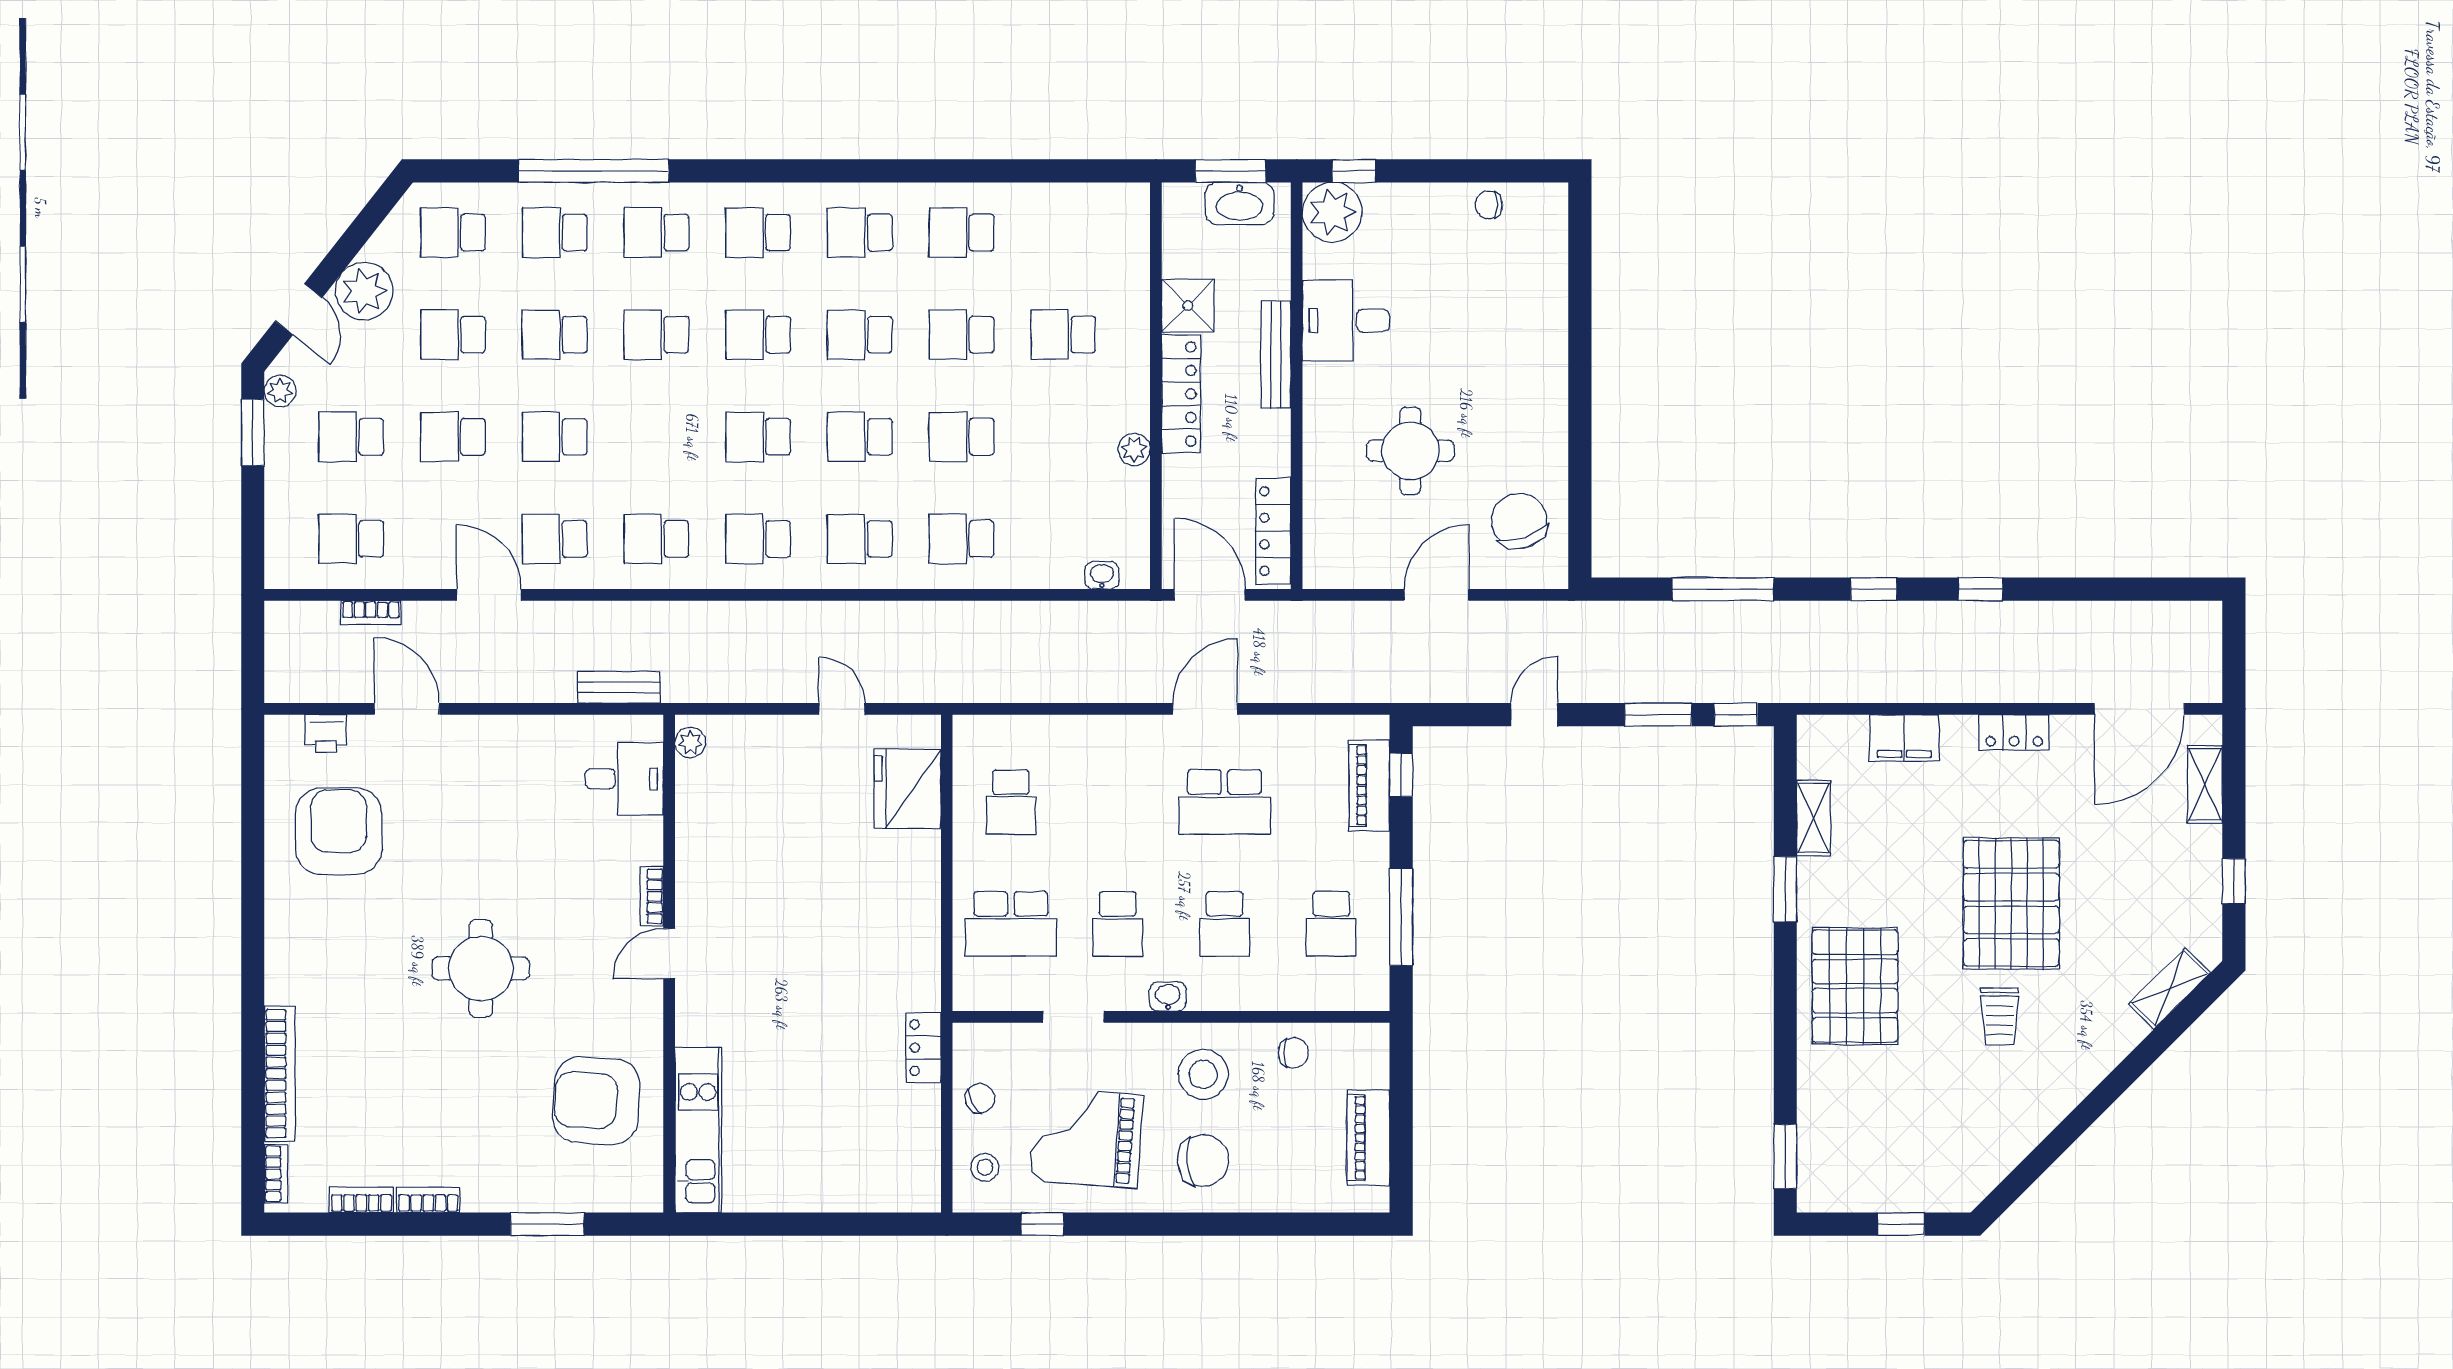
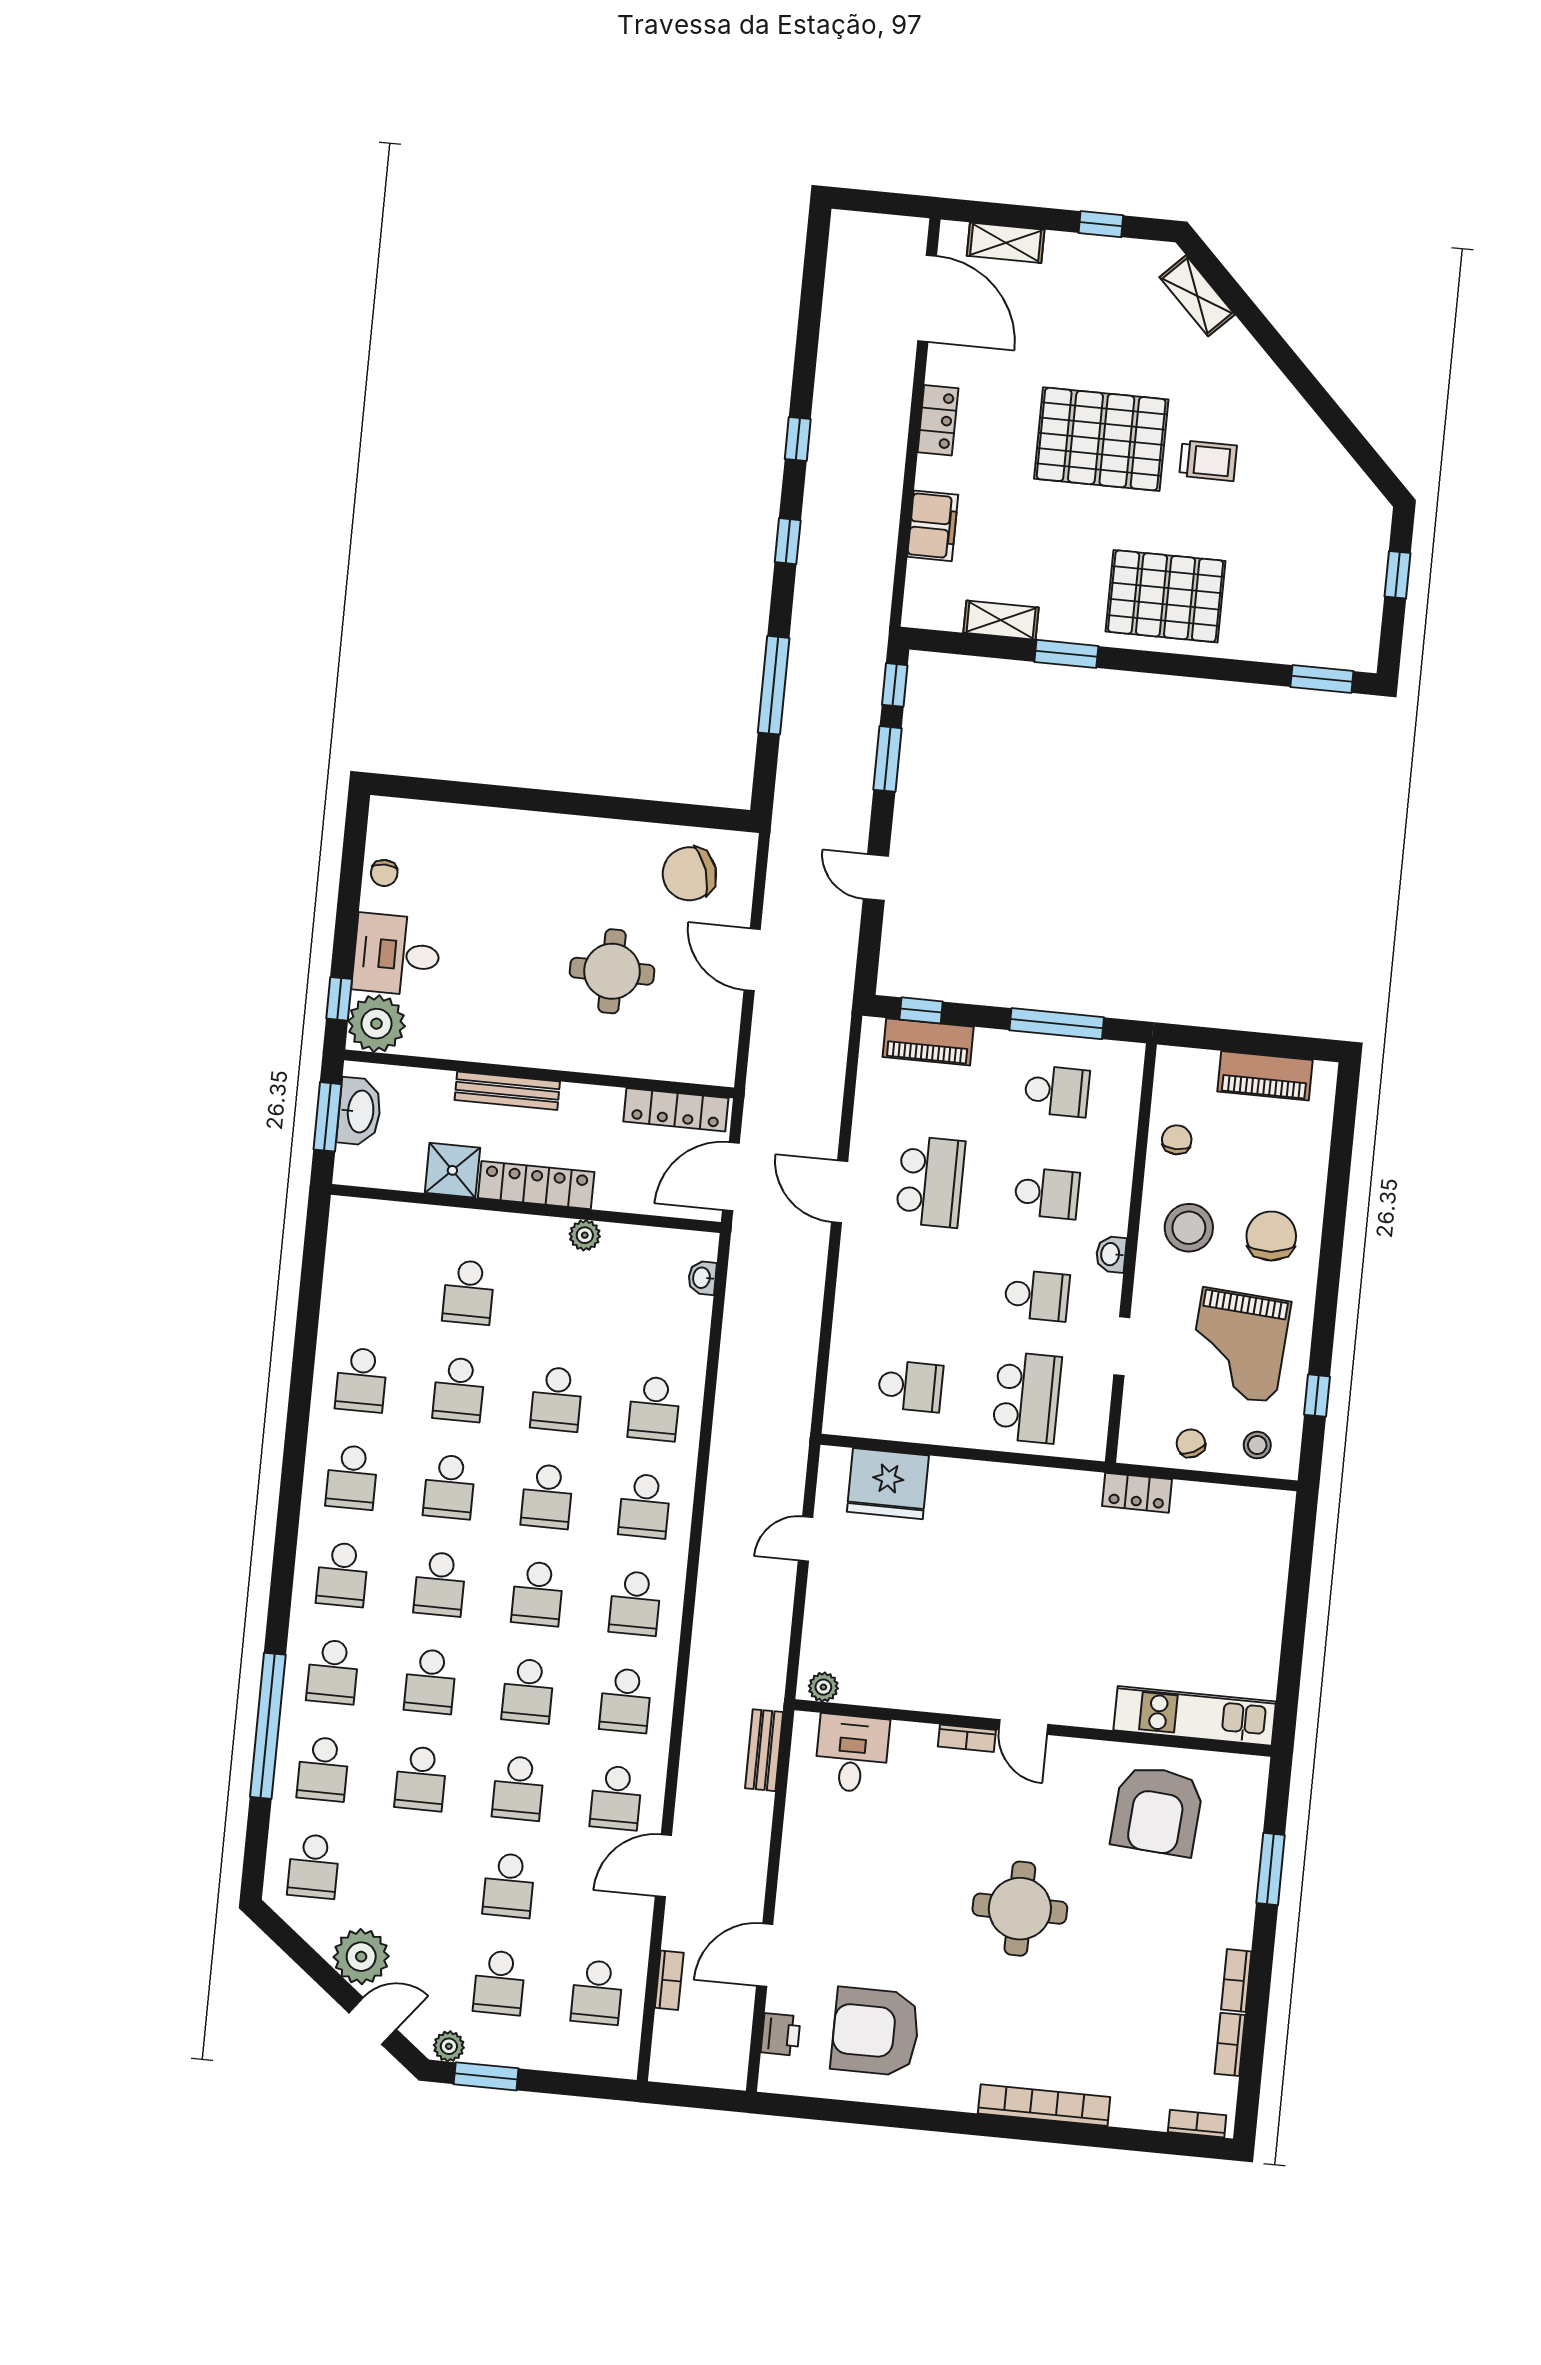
desk: (1346, 320) -> (397, 955), moved, turned 90
school desk: (453, 335) -> (528, 1691), moved
bookcase: (280, 1074) -> (1044, 2105), moved

